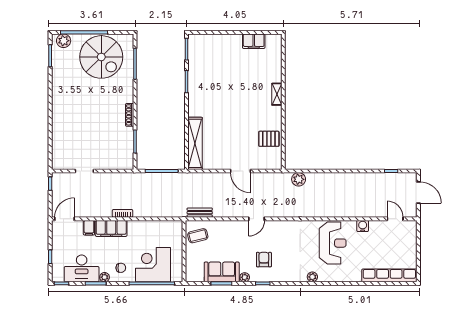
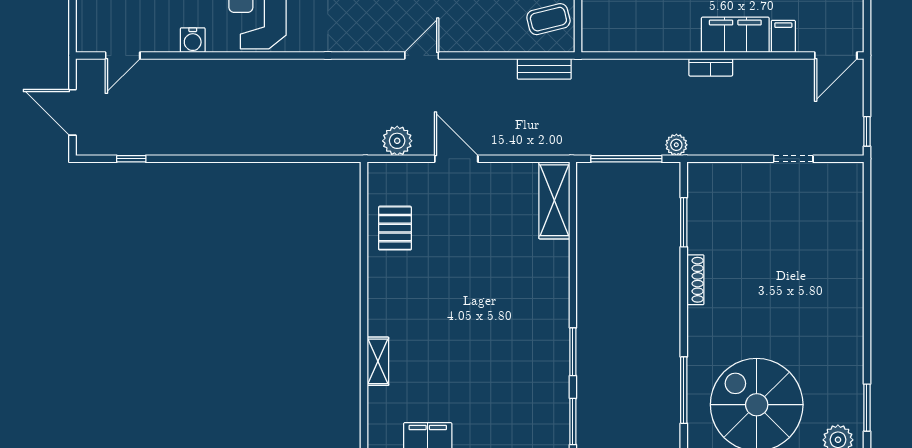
shelving: (277, 94) -> (378, 361), moved
pallet: (269, 139) -> (395, 228), turned 90
shelving: (195, 143) -> (554, 200), width x0.68
plant: (138, 177) -> (676, 145), added
plant: (299, 179) -> (397, 141), moved
door: (395, 219) -> (123, 55), hinge flipped

